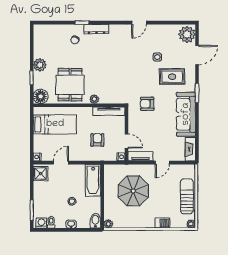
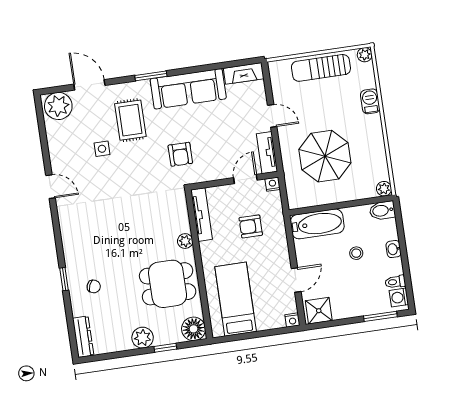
dresser: (96, 29) -> (83, 337), moved
door: (61, 163) -> (296, 280), swing flipped

